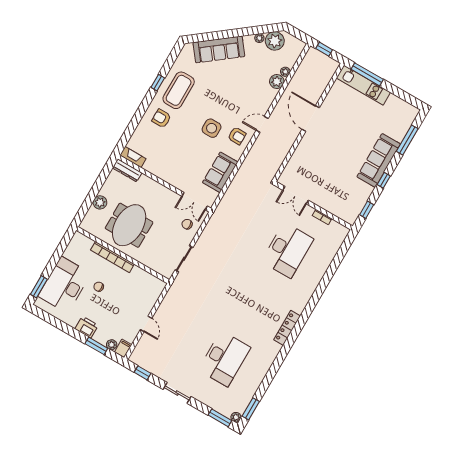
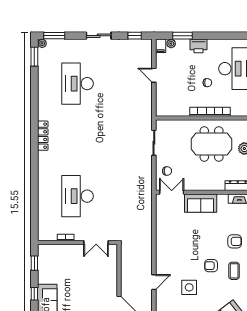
coffee table: (179, 90) -> (234, 271), width x0.54, depth x0.58
side table: (212, 128) -> (189, 287), moved
armchair: (237, 136) -> (211, 266), moved
sofa: (220, 172) -> (201, 203), moved, turned 90
double door: (296, 195) -> (96, 242), swing flipped
meeting table: (129, 225) -> (212, 144), turned 90

